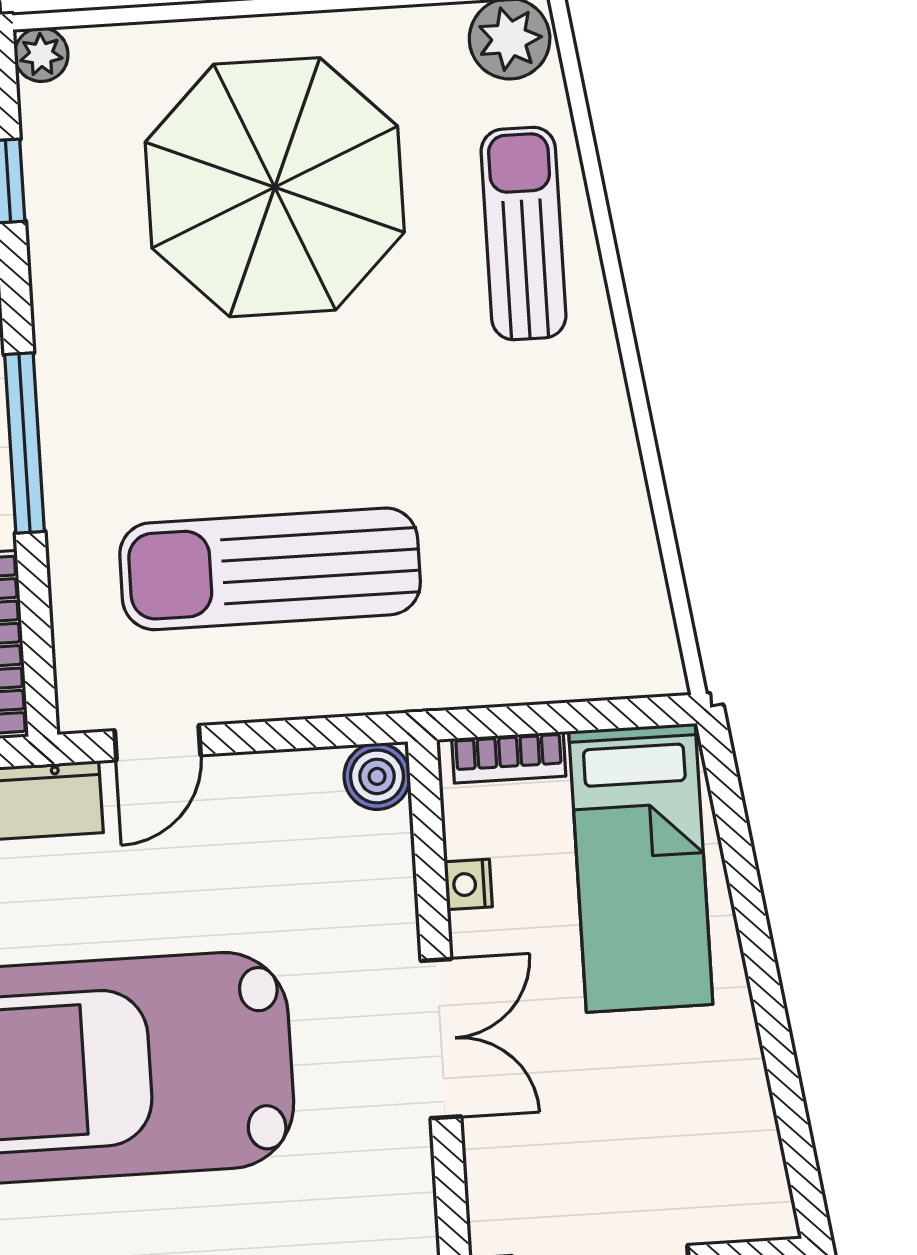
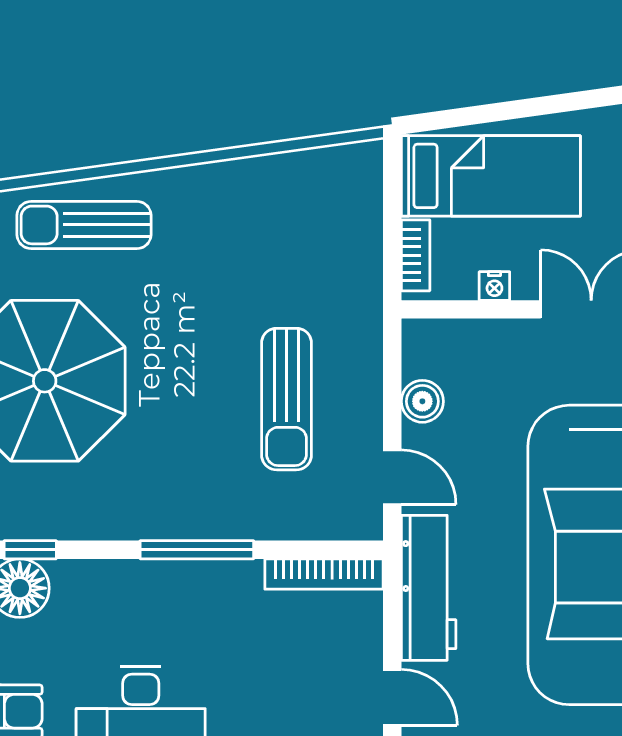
sun lounger: (270, 569) -> (286, 399), width x0.73, depth x0.75
boiler: (377, 776) -> (422, 401), moved

